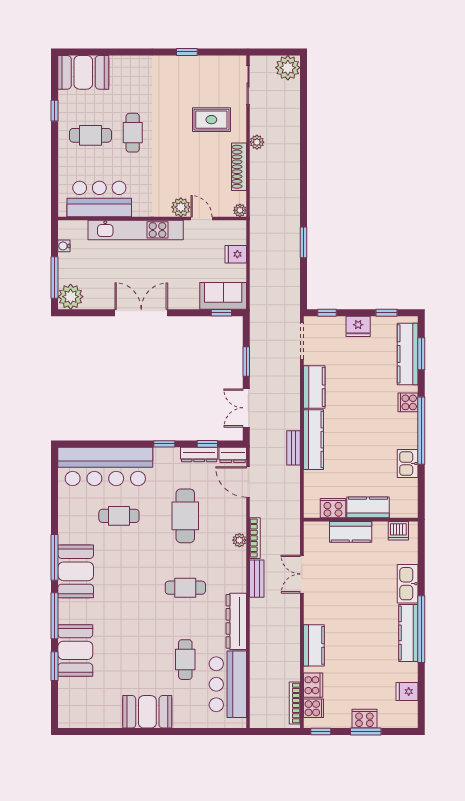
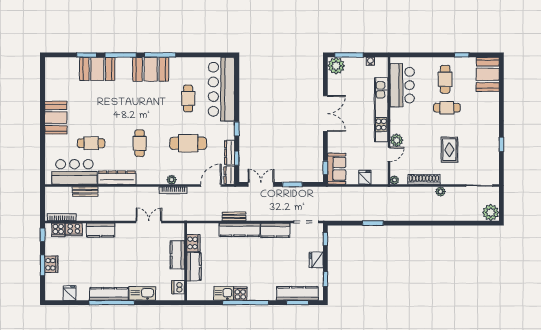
rug: (211, 120) -> (449, 150), moved
cooker: (408, 402) -> (240, 294), moved
bench: (257, 579) -> (85, 192), moved

